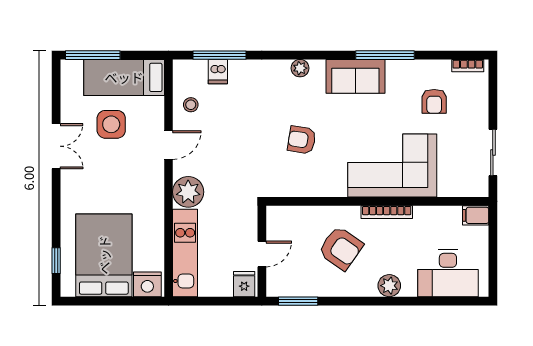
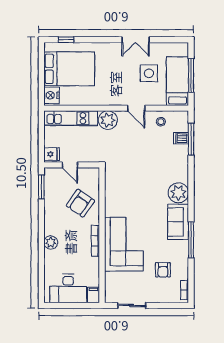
window: (93, 55) -> (191, 75), moved
plant: (300, 68) -> (178, 193), width x1.88, depth x1.88
armchair: (434, 101) -> (163, 270), turned -90
armchair: (302, 140) -> (139, 189), removed
armchair: (341, 248) -> (80, 203), moved
desk: (448, 273) -> (68, 289), moved, turned -90

